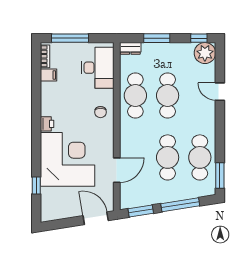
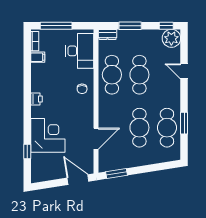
corner desk: (68, 159) -> (48, 135), width x0.74, depth x0.74
window: (220, 175) -> (184, 123), moved
window: (180, 205) -> (150, 168), removed

